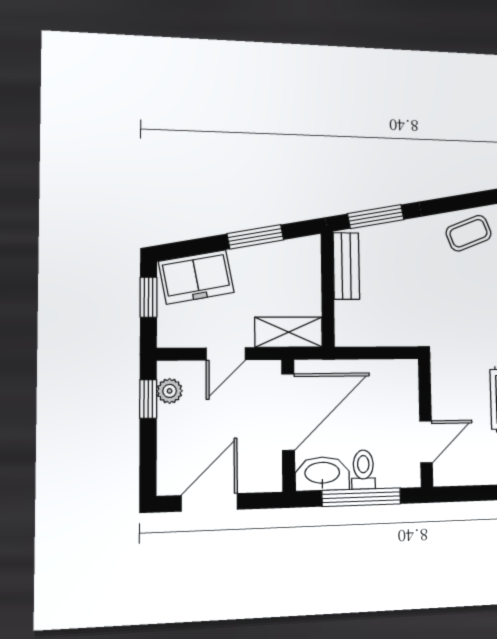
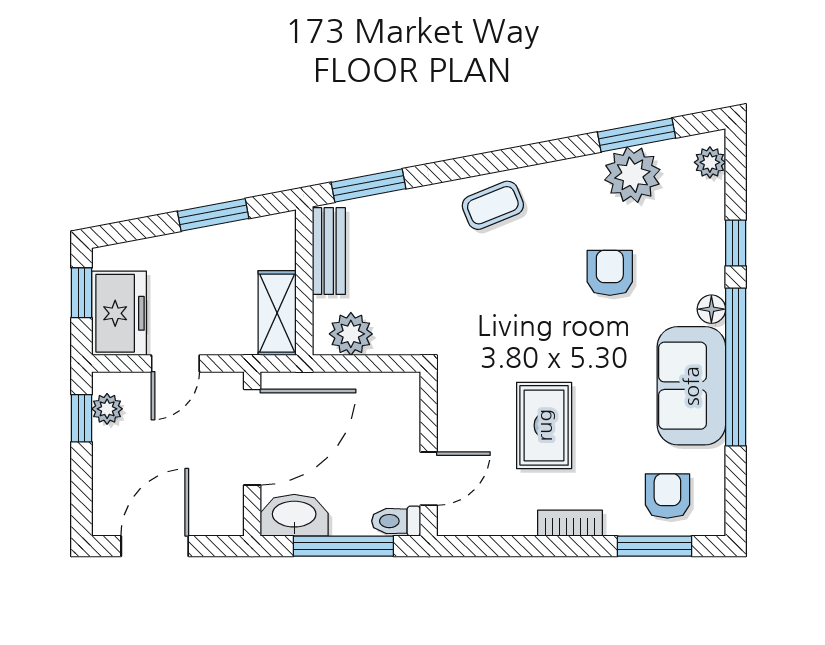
freezer: (196, 277) -> (119, 313), moved, turned -79
plant: (364, 330) -> (351, 334), added
shelving: (289, 332) -> (277, 313), moved, turned 90
toilet: (363, 470) -> (396, 521), moved, turned -90

